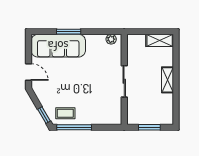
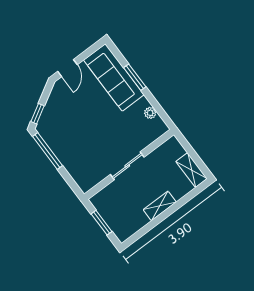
plant: (111, 39) -> (150, 113), moved
coffee table: (65, 113) -> (55, 133), removed

